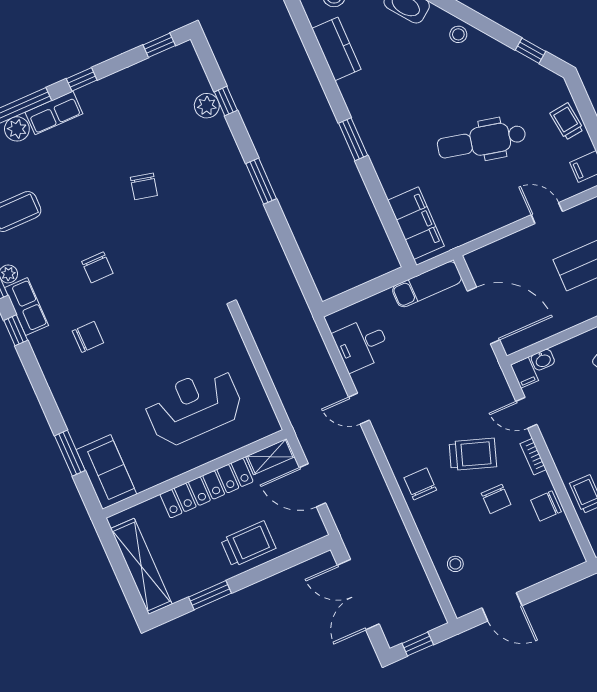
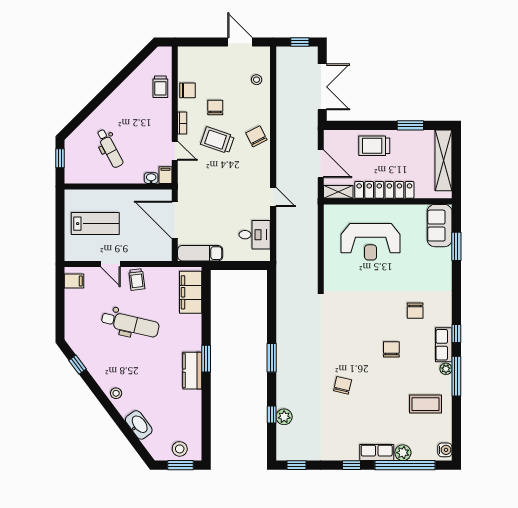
kitchen counter: (336, 49) -> (192, 371), moved
trolley: (567, 121) -> (137, 280), moved
chair: (88, 337) -> (415, 311), turned -90
chair: (420, 484) -> (256, 136), turned 153

